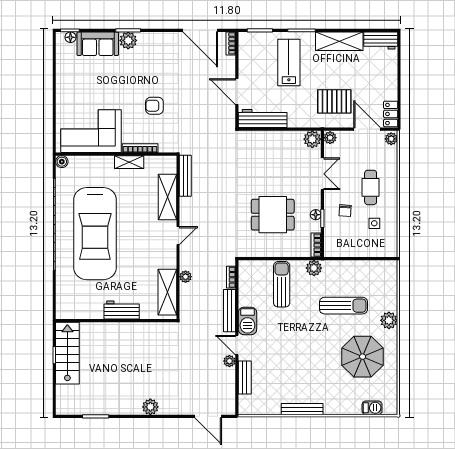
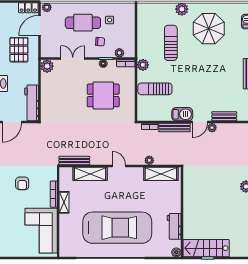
plant: (330, 138) -> (119, 53), moved
boiler: (62, 162) -> (176, 252), moved
cafe table: (371, 187) -> (83, 23), width x1.37, depth x1.35
dining table: (273, 215) -> (103, 95), turned 90
workbench: (122, 310) -> (174, 226), moved

